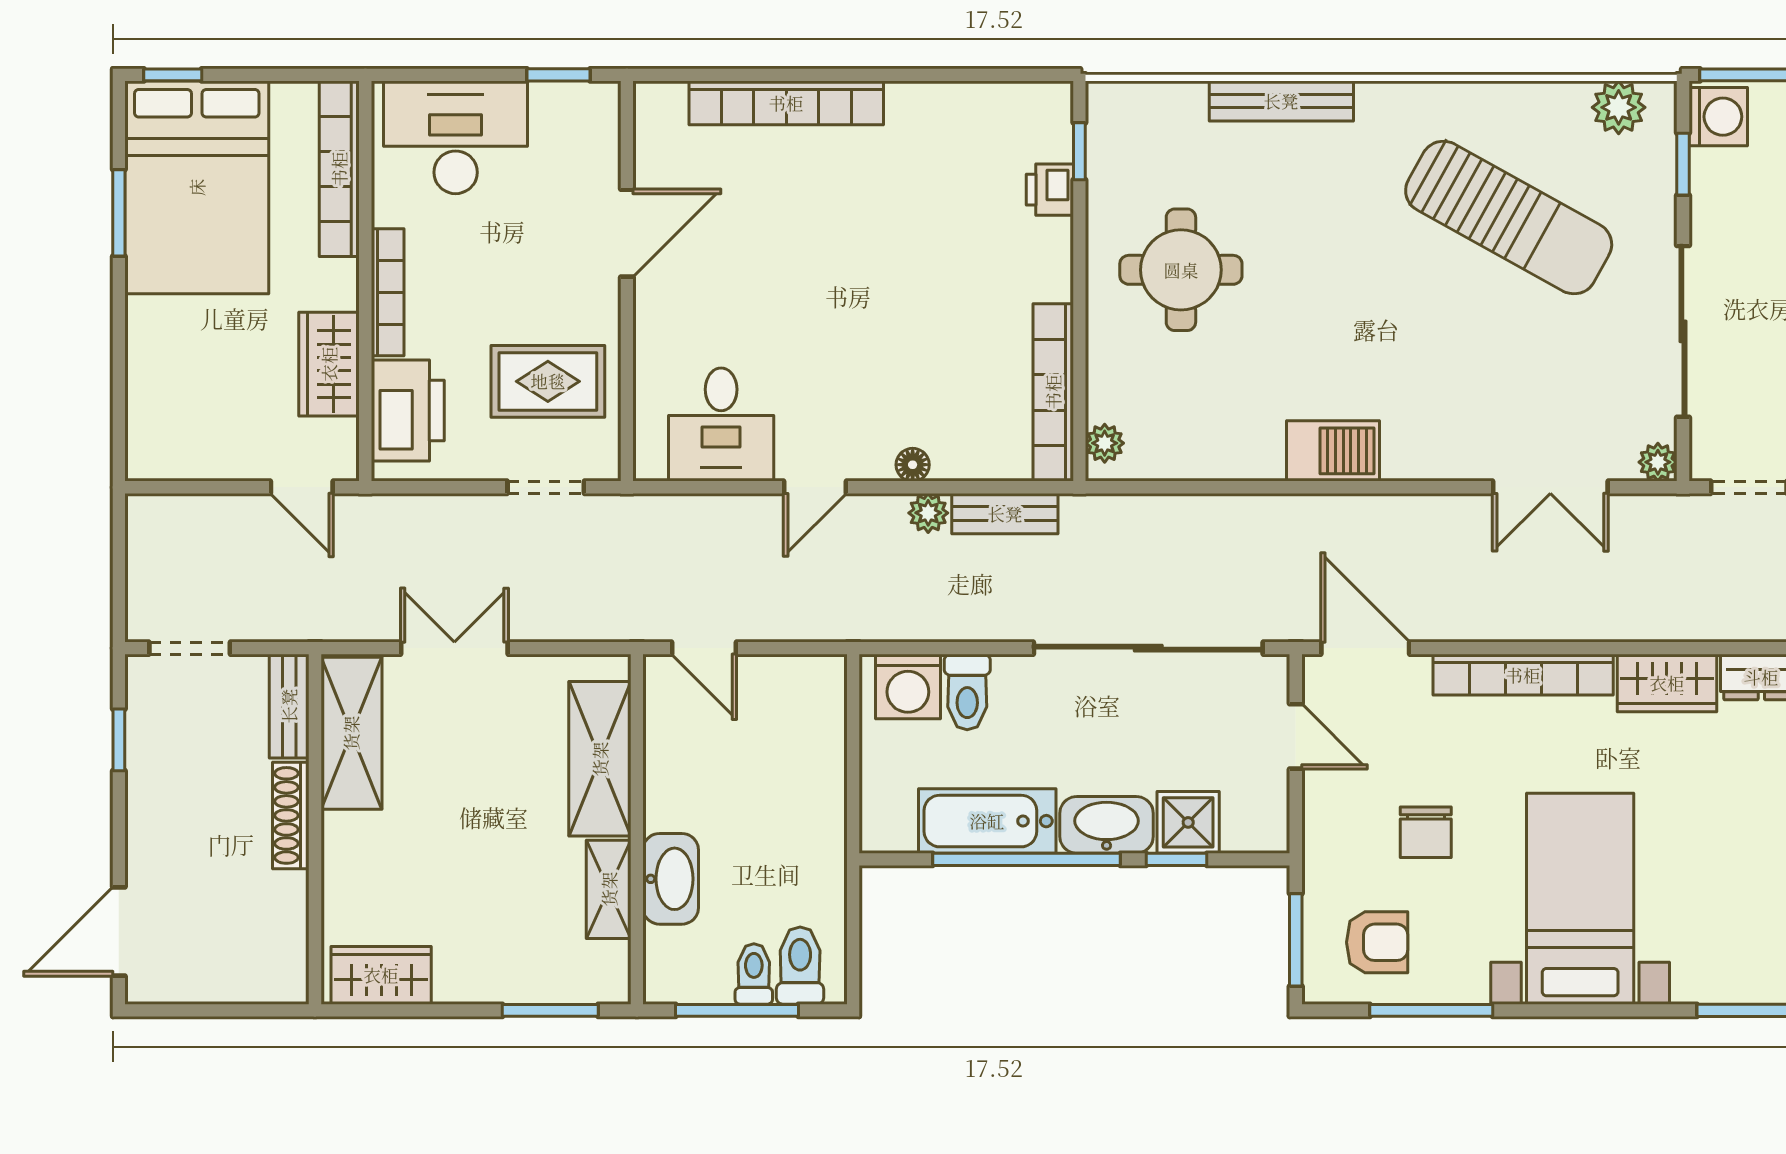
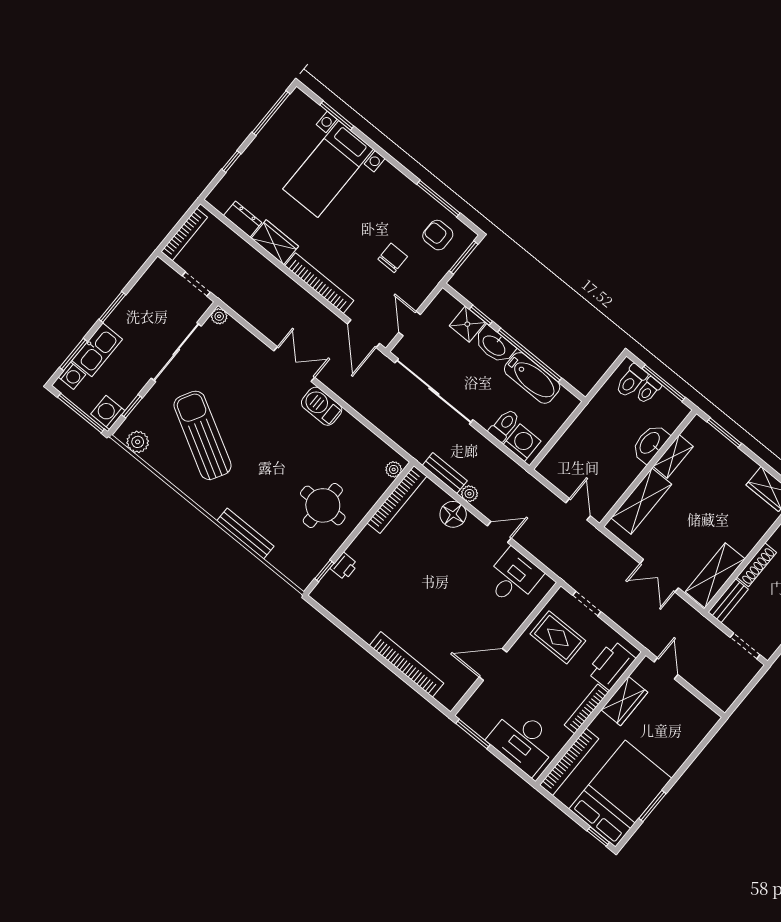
window: (558, 75) -> (473, 734), width x1.50
floor lamp: (913, 465) -> (453, 514), width x1.89, depth x1.89
double door: (1550, 487) -> (294, 364), moved
bed with nightstands: (1580, 899) -> (328, 169), moved

